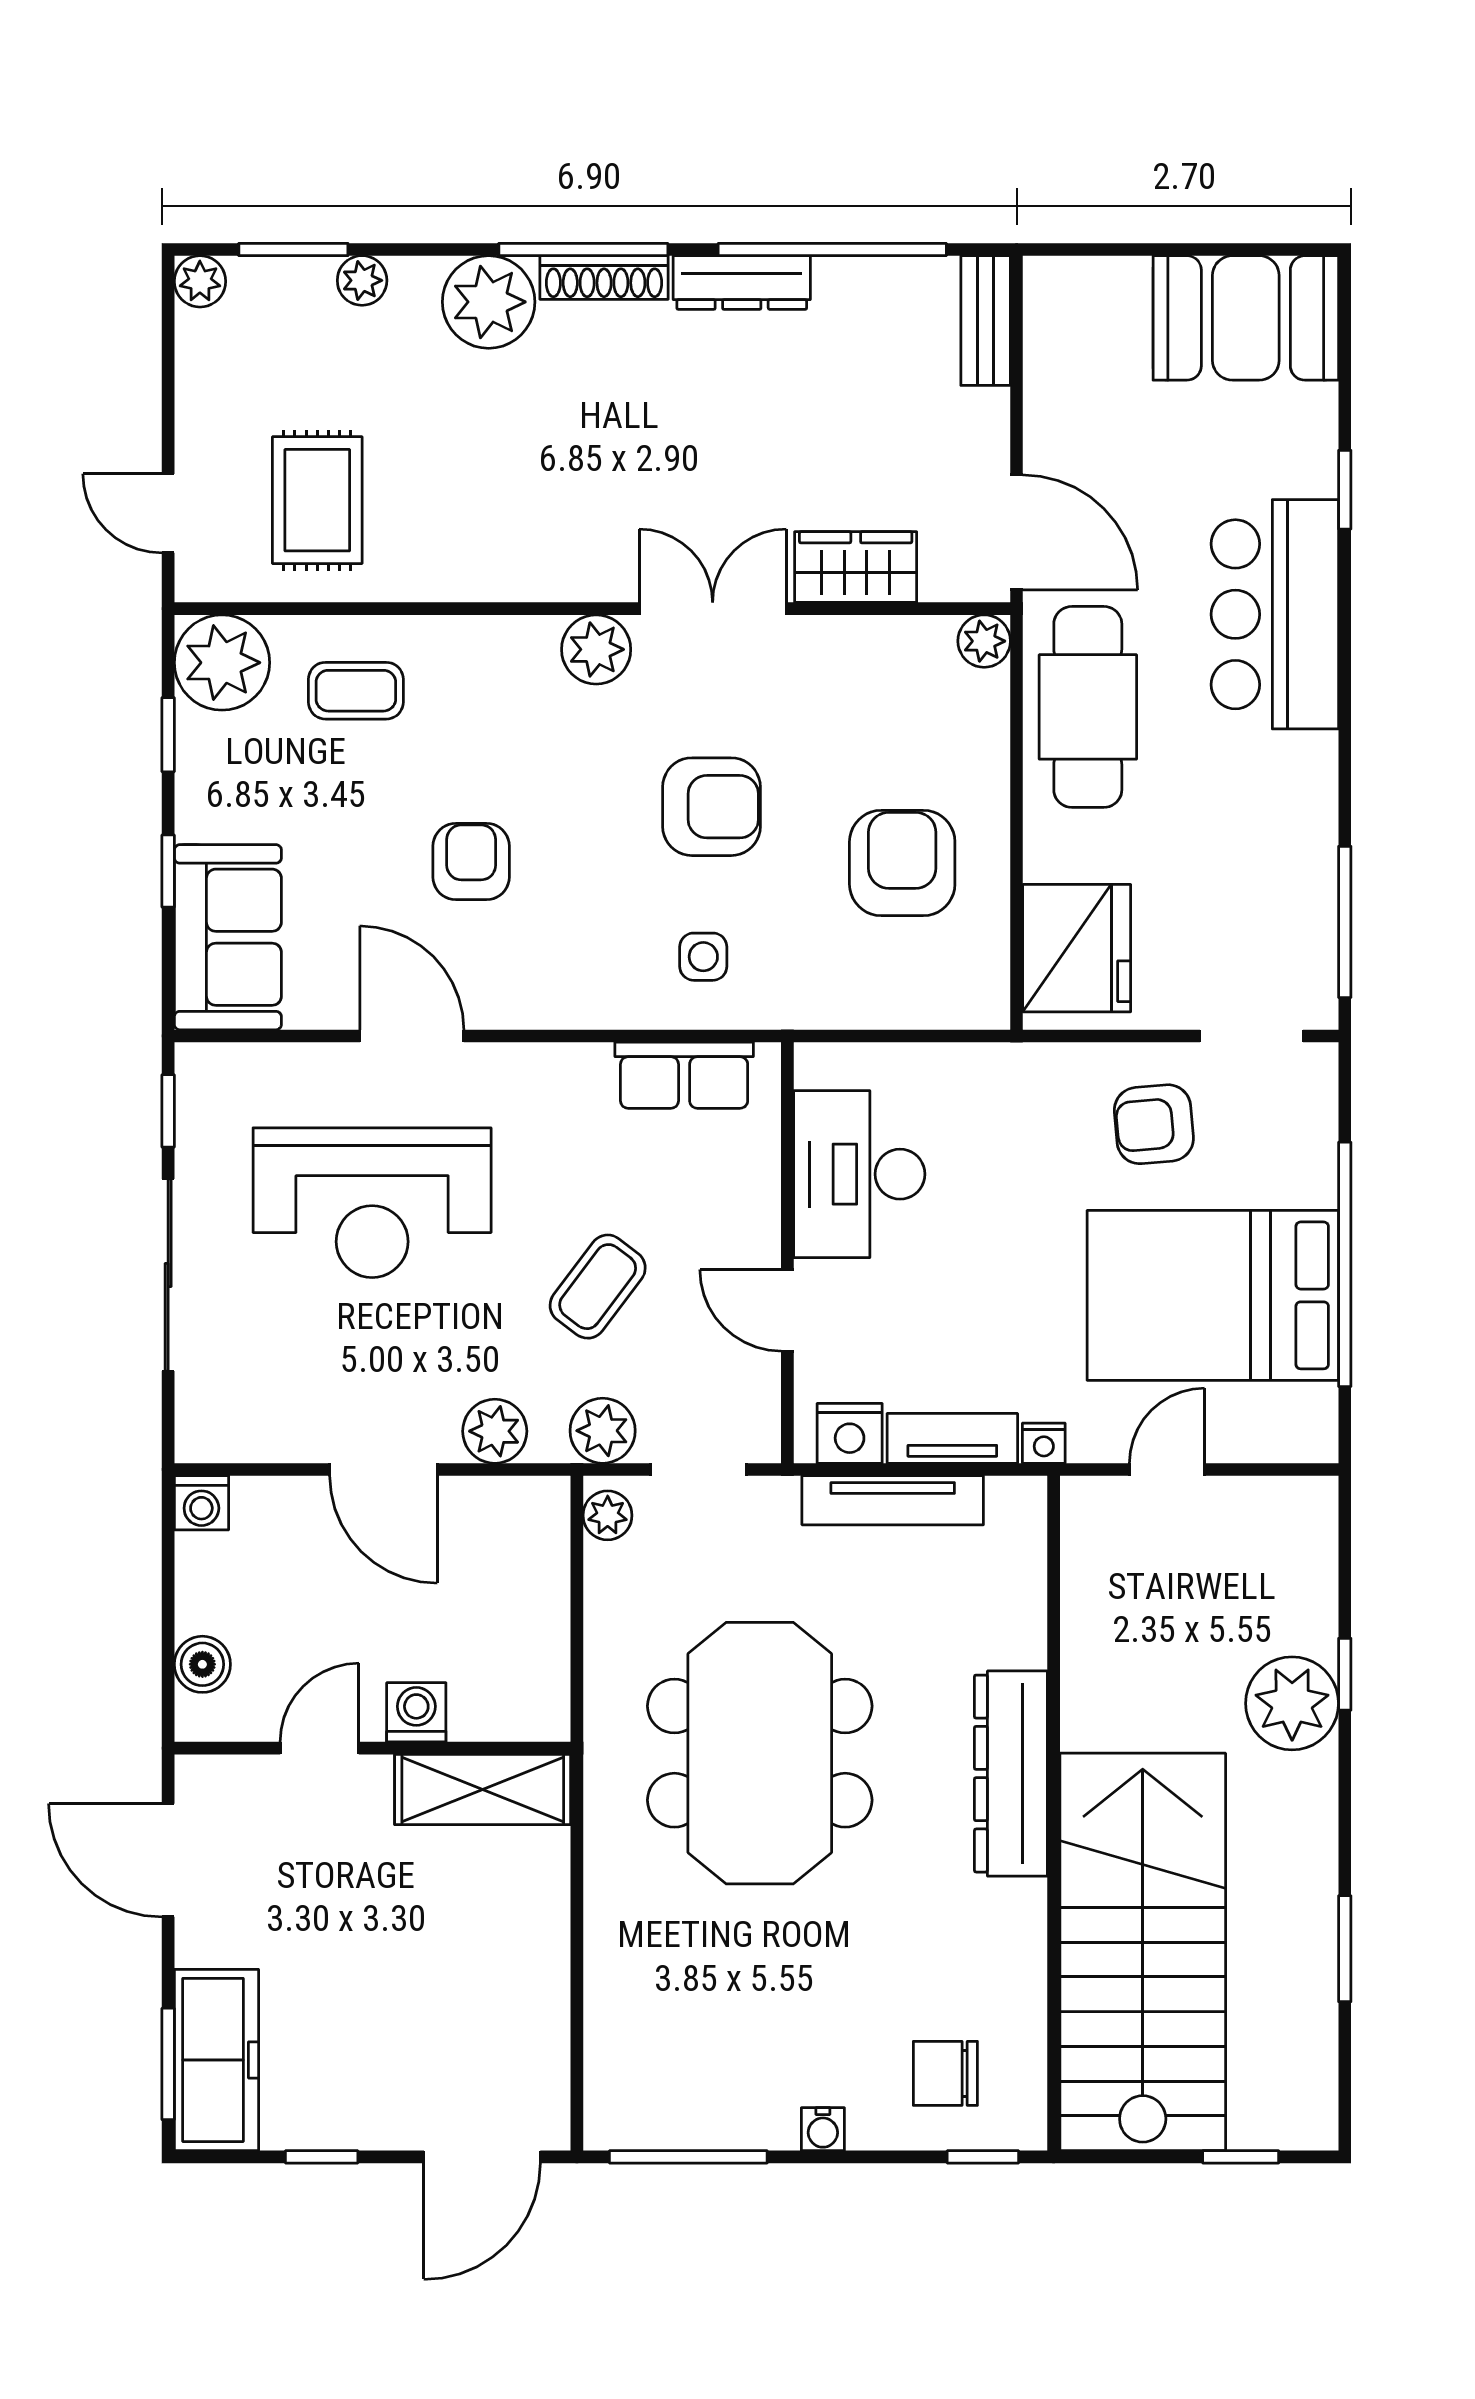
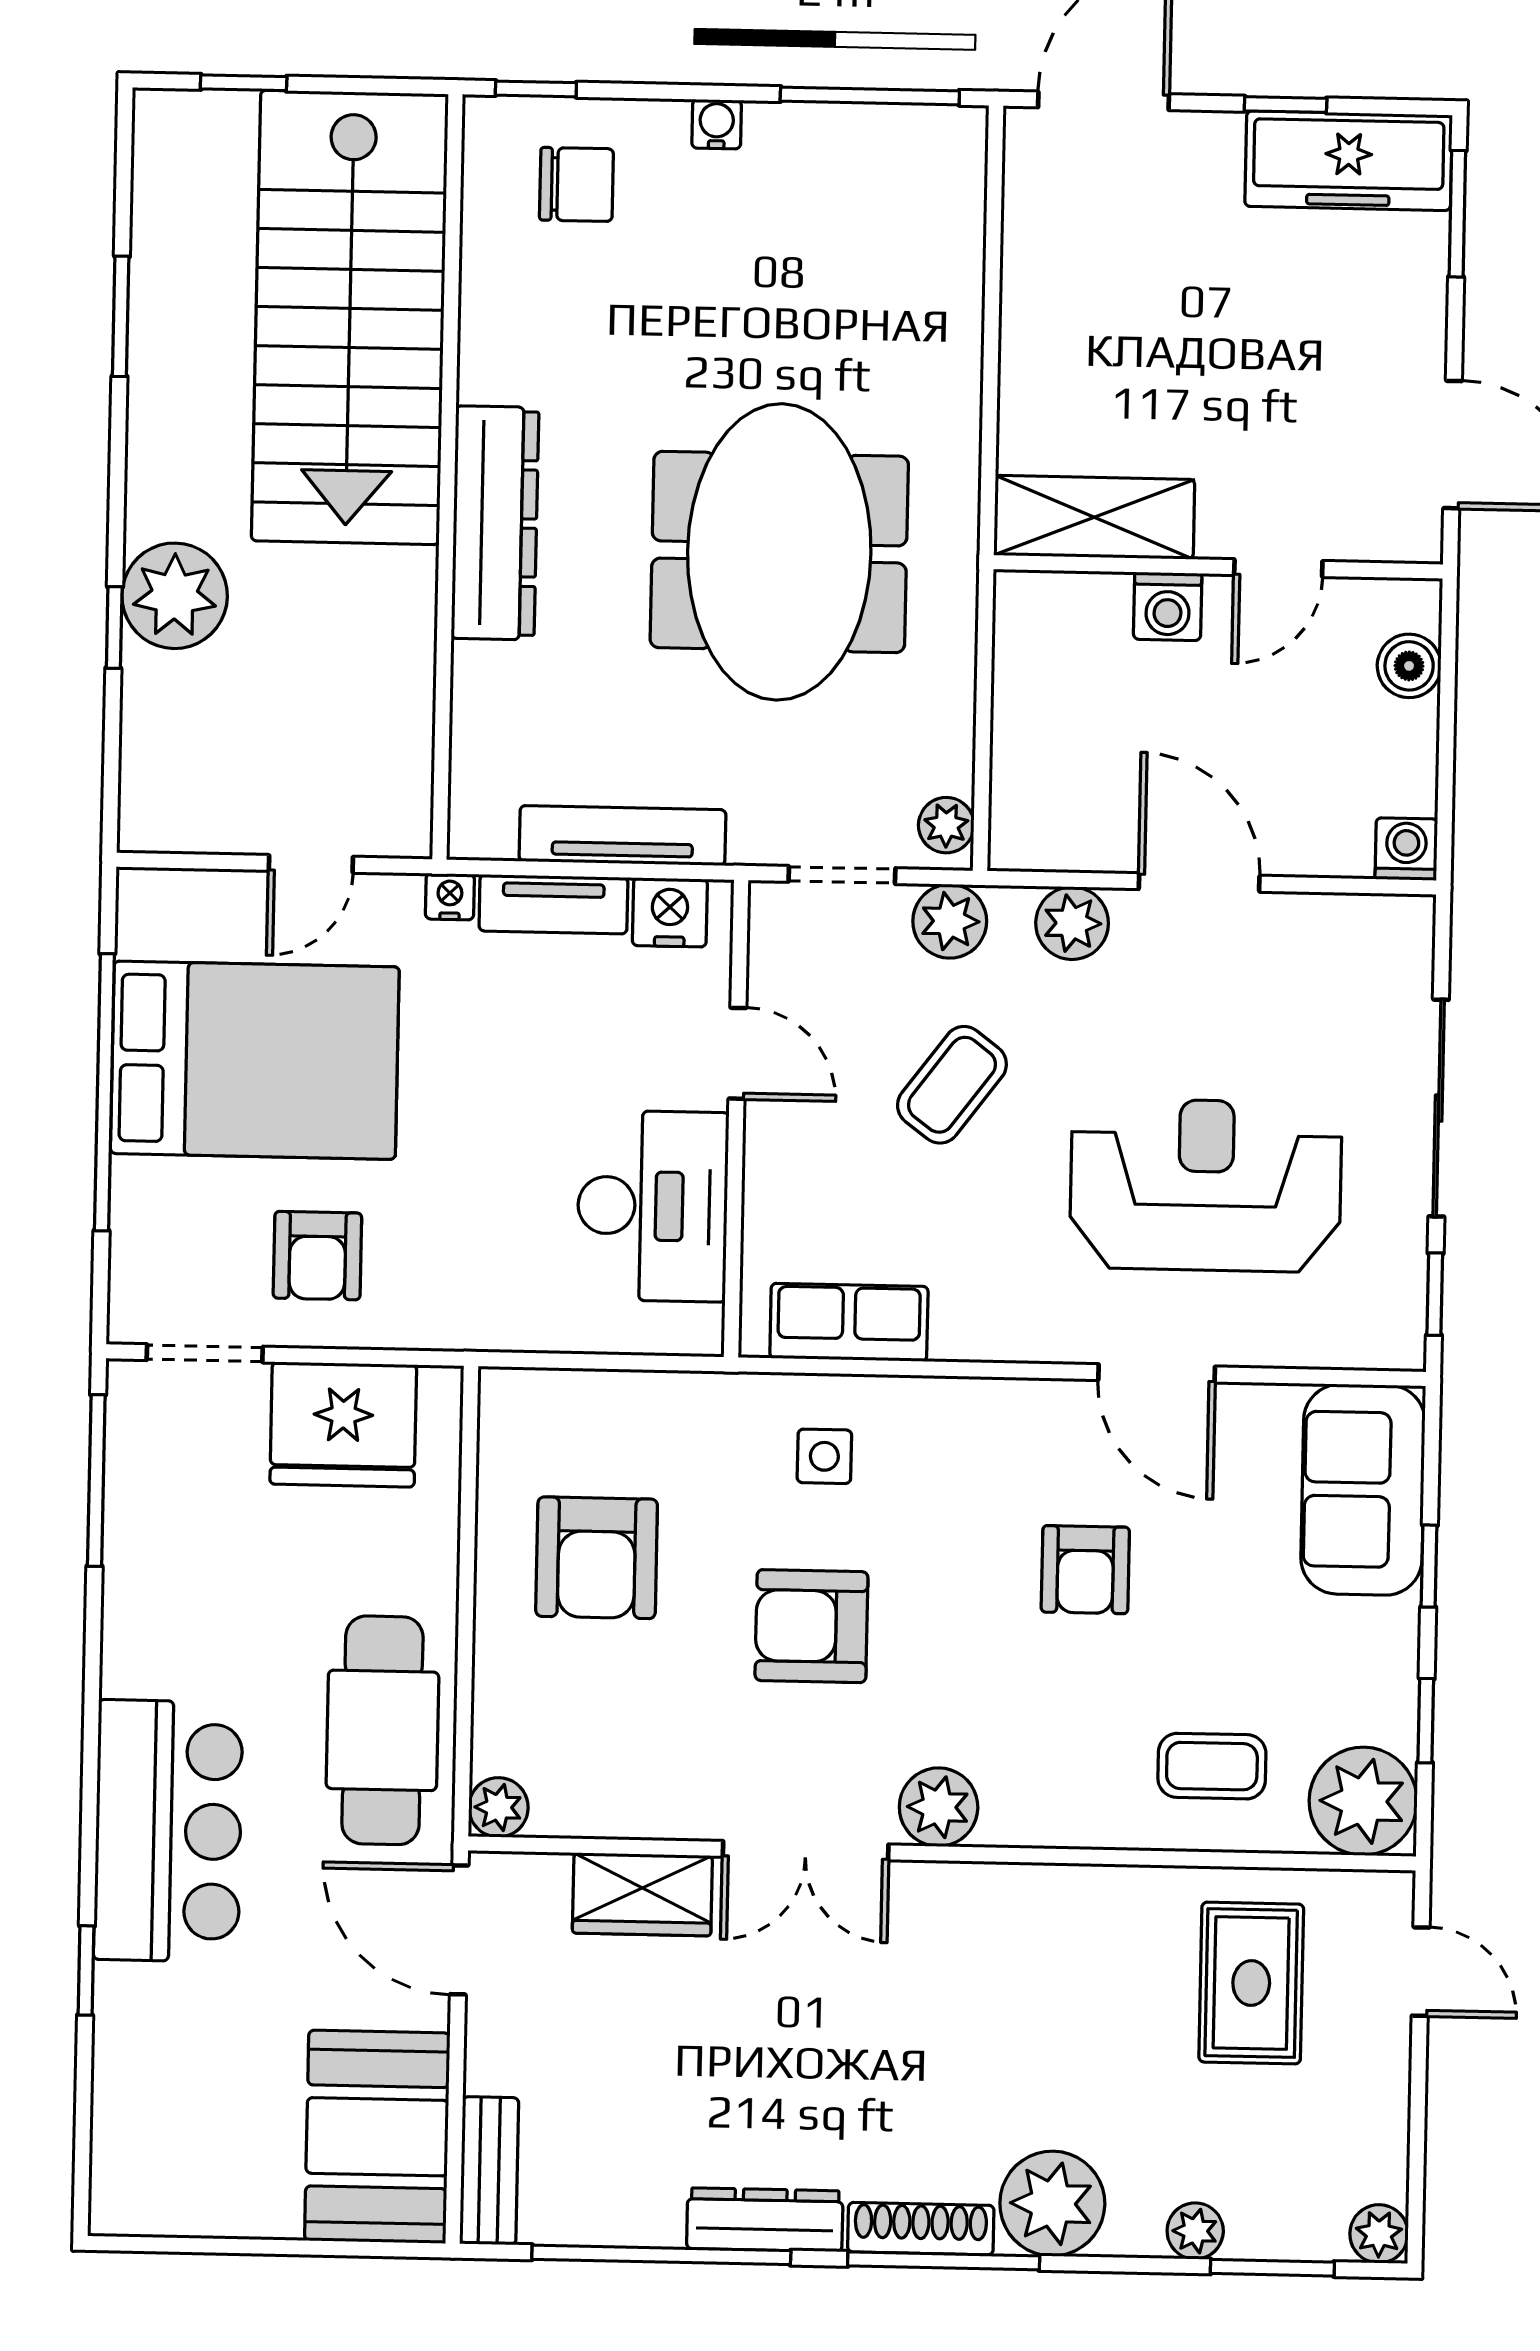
booth: (1246, 318) -> (377, 2137), moved, turned 90
fridge: (1077, 948) -> (343, 1424), moved, turned -90
armchair: (1154, 1124) -> (317, 1256), turned 95
freezer: (216, 2060) -> (1349, 161), moved, turned -90

